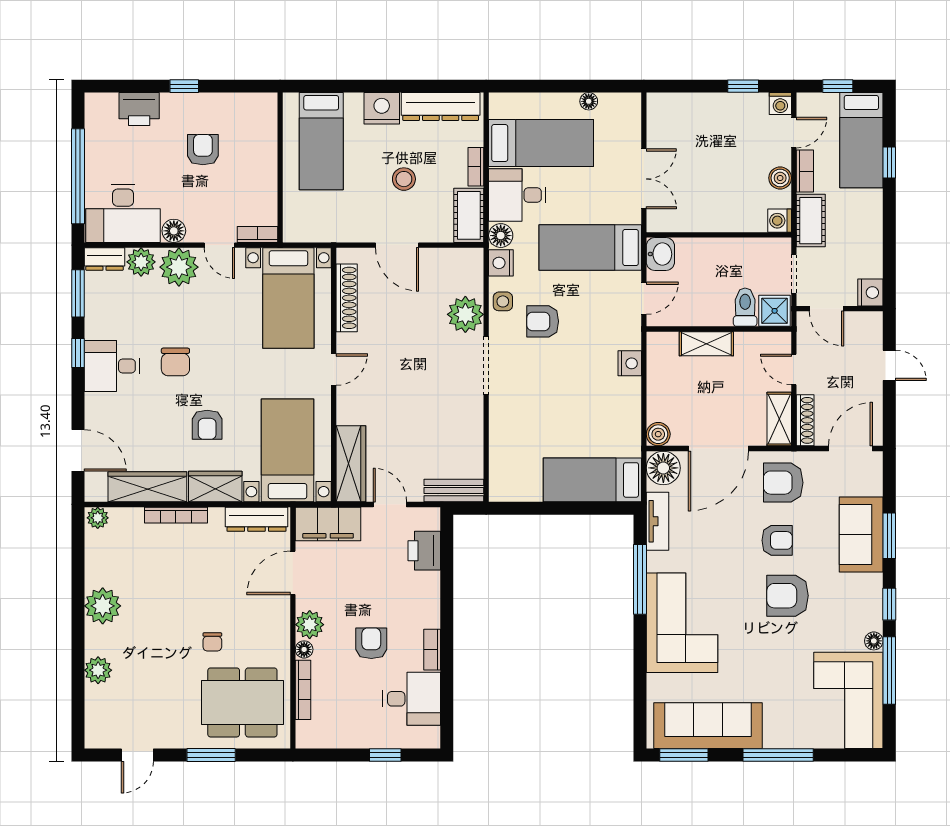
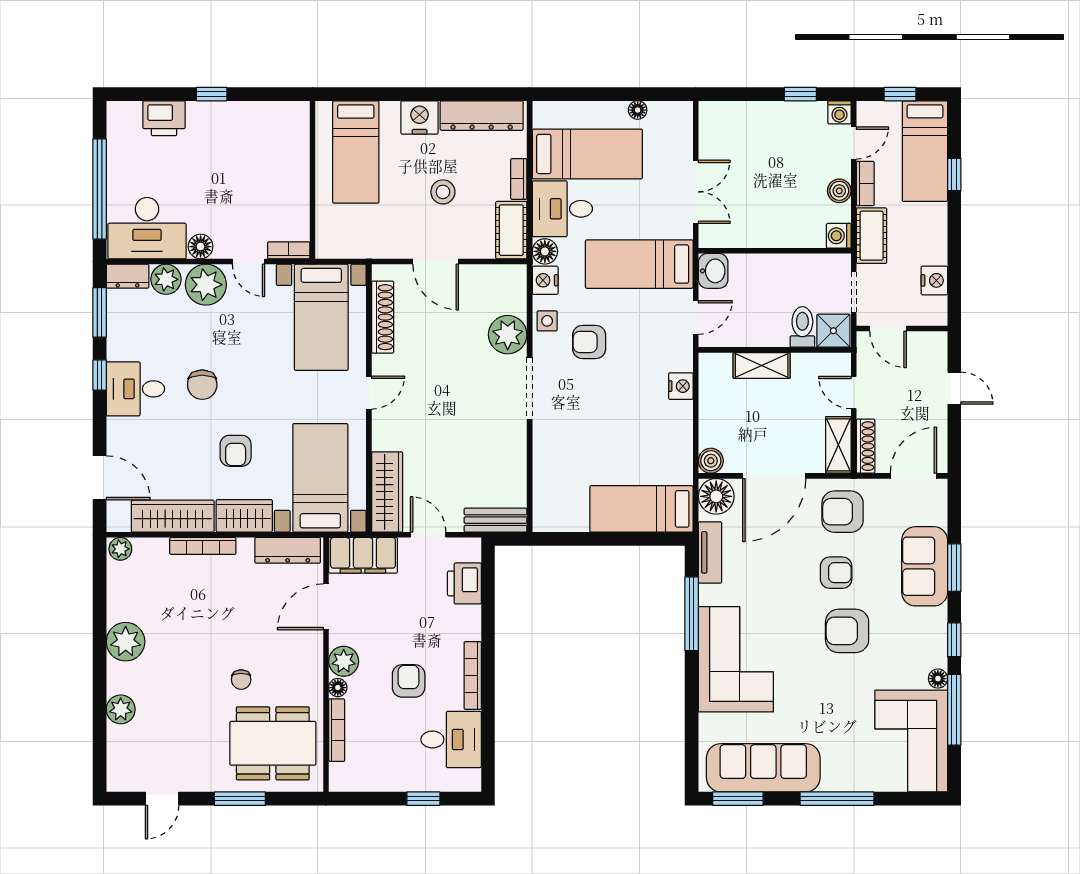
armchair: (203, 150) -> (231, 161), removed
nightstand: (870, 293) -> (934, 280), moved
bookcase: (432, 650) -> (473, 675), width x1.56

